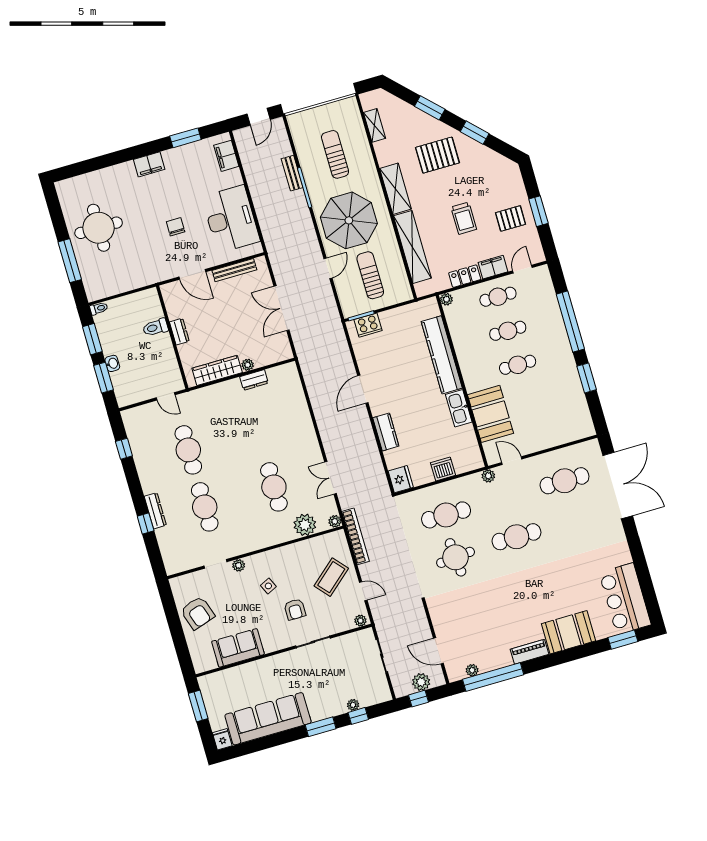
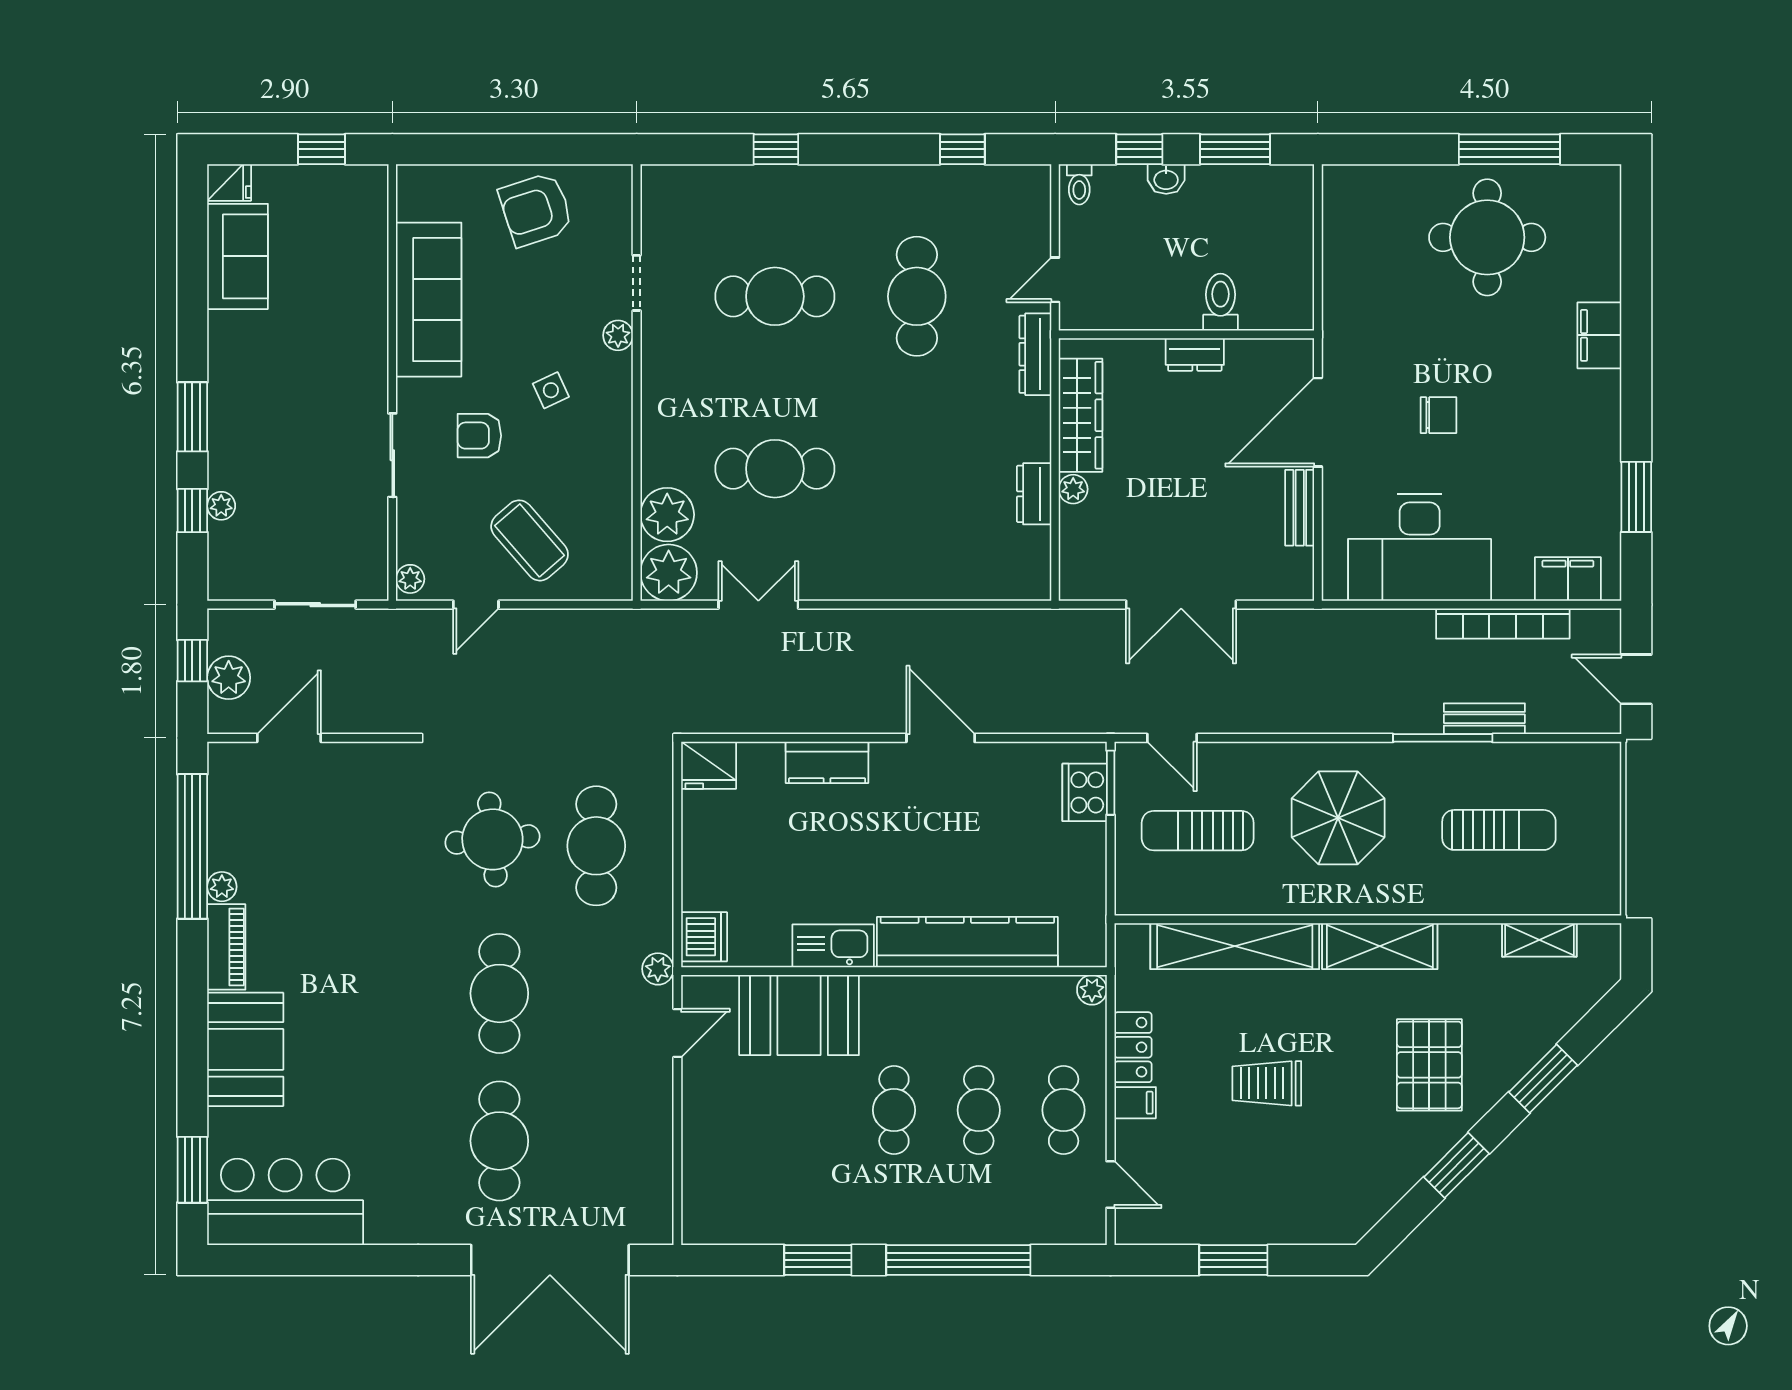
filing cabinet: (149, 164) -> (1599, 335), moved
pallet: (511, 218) -> (1235, 1191), removed
parasol: (349, 220) -> (1338, 818), width x0.73, depth x0.73
window: (70, 261) -> (1509, 149), moved
filing cabinet: (493, 267) -> (1135, 1103), width x0.50
door: (328, 268) -> (1172, 738), moved
bench: (234, 270) -> (1300, 508), width x0.73
door: (192, 274) -> (1318, 422), width x1.36
sun lounger: (370, 275) -> (1198, 831), turned 180
toilet: (99, 308) -> (1079, 184), moved
double door: (281, 308) -> (1181, 605), swing flipped
window: (103, 378) -> (1139, 149), width x0.67
cafe table: (188, 450) -> (917, 296), turned 90
dishwasher: (443, 469) -> (704, 937), moved
cafe table: (565, 481) -> (499, 1141), moved
dresser: (155, 511) -> (1035, 354), moved, turned 90
plant: (335, 521) -> (669, 573), width x1.88, depth x1.88
bookcase: (356, 536) -> (1503, 624), moved
sofa: (238, 648) -> (429, 300), width x1.36
plant: (472, 670) -> (222, 887), moved
window: (198, 706) -> (321, 149), width x0.67
sofa: (268, 719) -> (238, 256), width x0.54, depth x0.79

